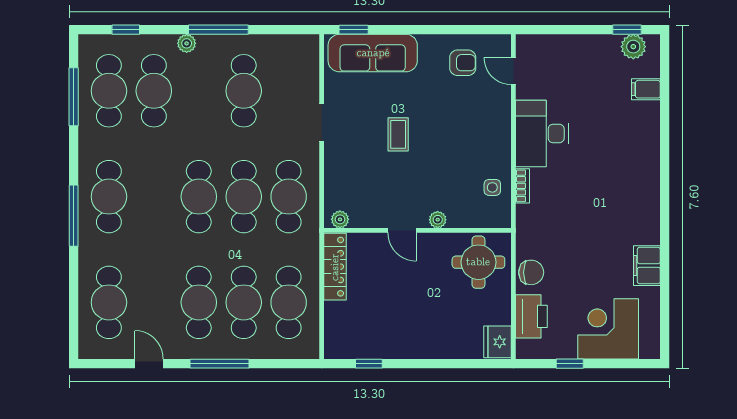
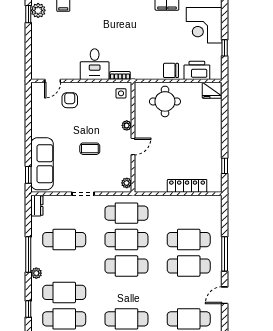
dresser: (301, 44) -> (37, 206), added
armchair: (463, 63) -> (70, 100), moved
desk: (542, 134) -> (95, 64), width x0.73
plant: (340, 219) -> (127, 183), moved
plant: (438, 220) -> (127, 125), moved
door: (402, 230) -> (133, 146), moved
wall: (418, 230) -> (133, 137), moved
locker: (335, 267) -> (187, 186), moved
chair: (531, 272) -> (171, 70), turned -90
cafe table: (289, 302) -> (189, 213), removed

